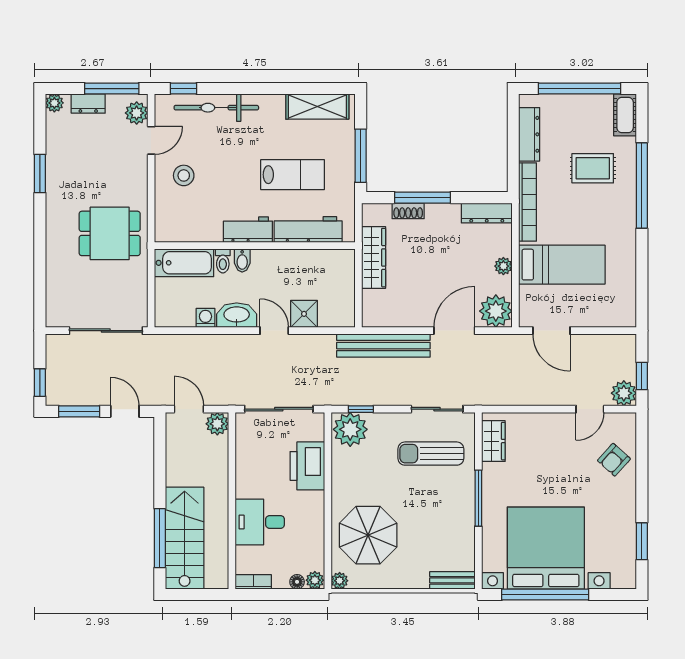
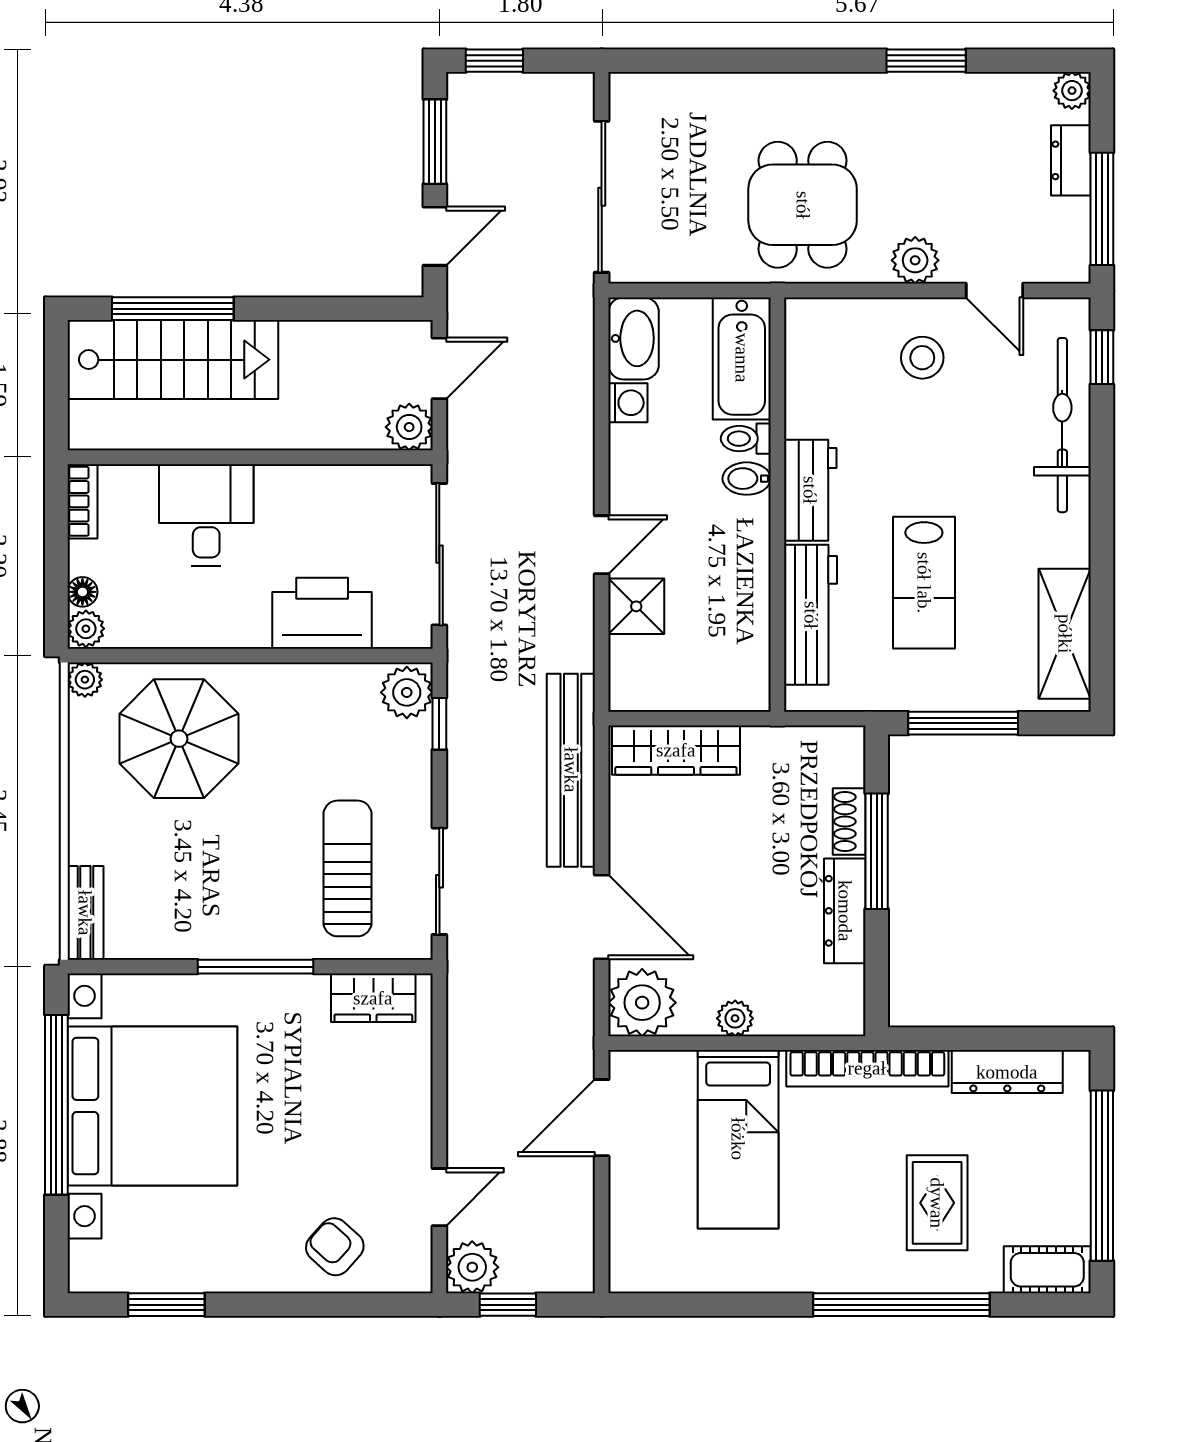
plant: (137, 113) -> (915, 260), moved
dresser: (487, 213) -> (845, 911), moved
wardrobe: (374, 258) -> (676, 750), moved
washbasin: (237, 315) -> (634, 338), moved
door: (590, 409) -> (439, 1197), swing flipped
plant: (350, 429) -> (407, 692), width x0.73, depth x0.73

